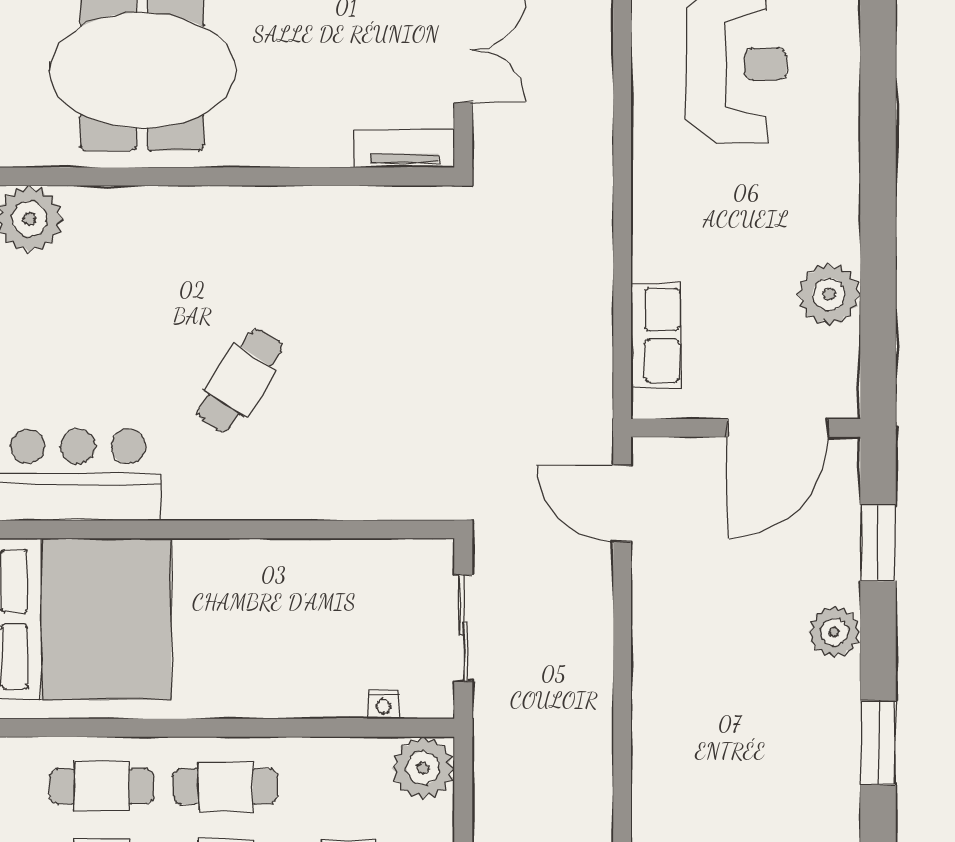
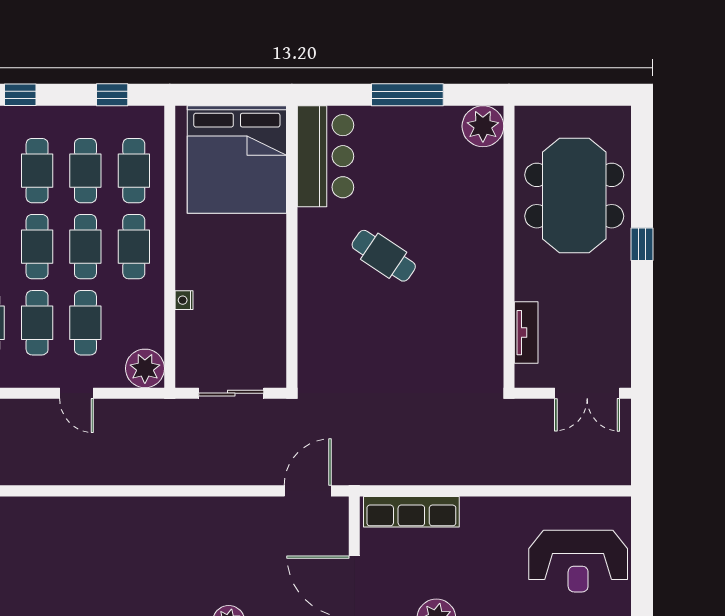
tv unit: (404, 148) -> (526, 333), moved
row of seats: (656, 335) -> (411, 512), width x1.48
nightstand: (384, 705) -> (184, 300), moved

